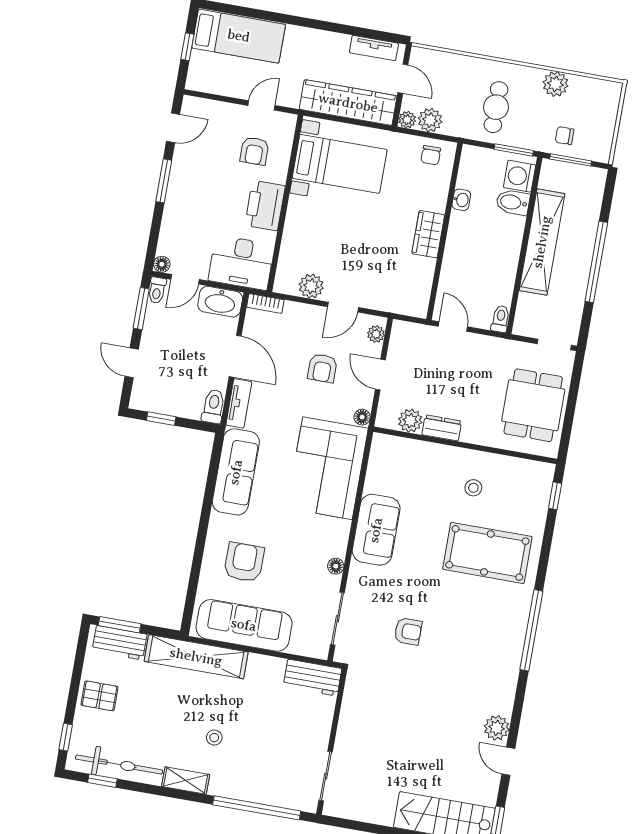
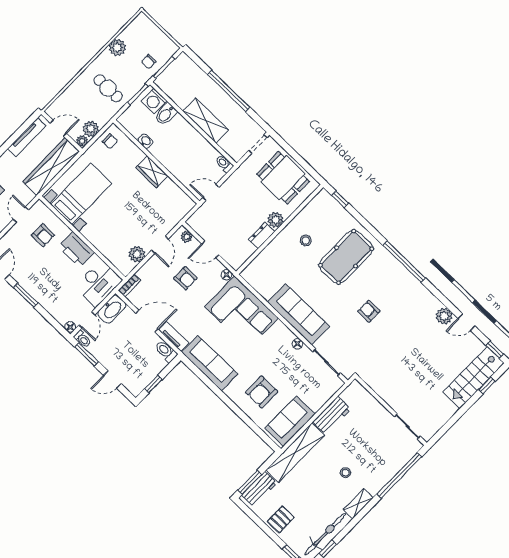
tv unit: (374, 48) -> (27, 137), width x1.41
shelving: (542, 242) -> (206, 121), width x0.68
plant: (410, 421) -> (276, 220), moved
sofa: (376, 530) -> (298, 314), width x1.36
armchair: (244, 562) -> (262, 392), turned -90
sofa: (244, 625) -> (290, 421), width x0.73
armchair: (408, 631) -> (369, 311), moved, turned -90
workbench: (312, 678) -> (332, 416), moved

